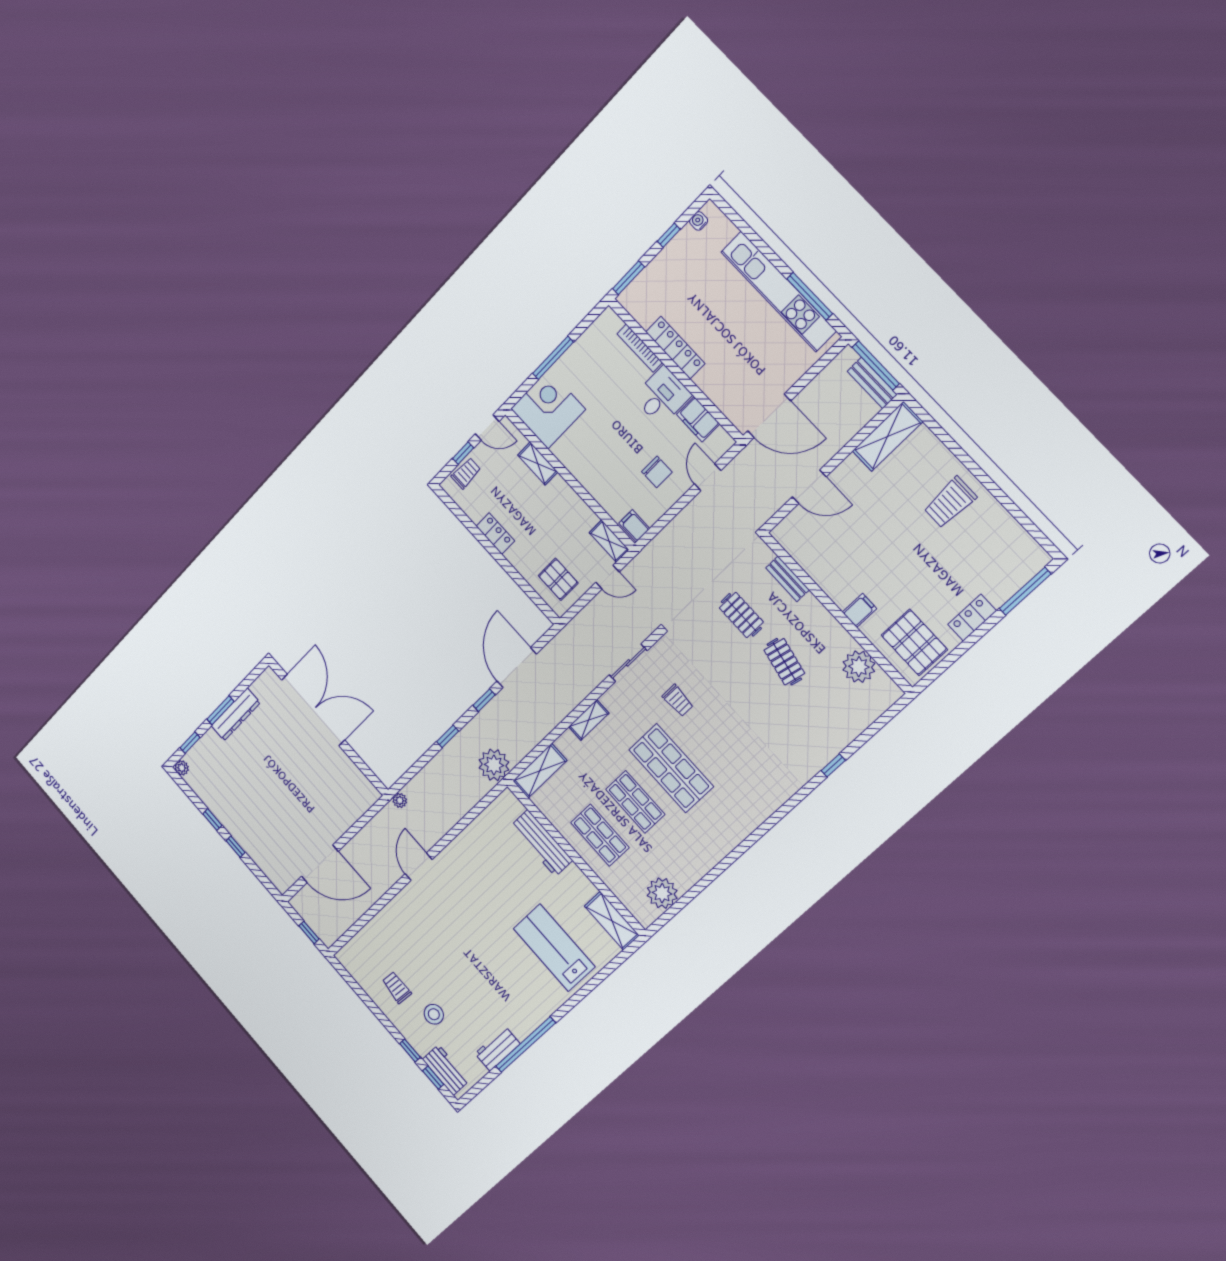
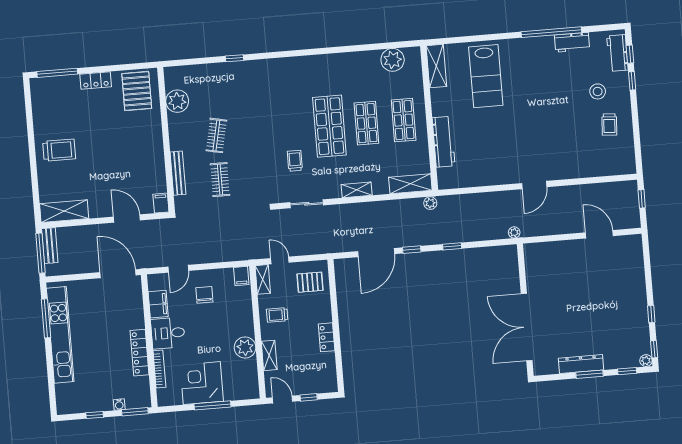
water cooler: (699, 221) -> (119, 405), moved
corner desk: (548, 409) -> (202, 383), moved, turned 90
plant: (569, 451) -> (245, 347), added
trolley: (466, 473) -> (277, 315), moved
pallet: (558, 579) -> (310, 282), turned 90
bench: (787, 579) -> (178, 173), width x1.36
filing cabinet: (860, 610) -> (161, 203), moved, turned 90
plant: (494, 765) -> (430, 203), width x0.53, depth x0.53
window: (236, 847) -> (654, 349), moved
door: (320, 864) -> (599, 234), width x0.73

